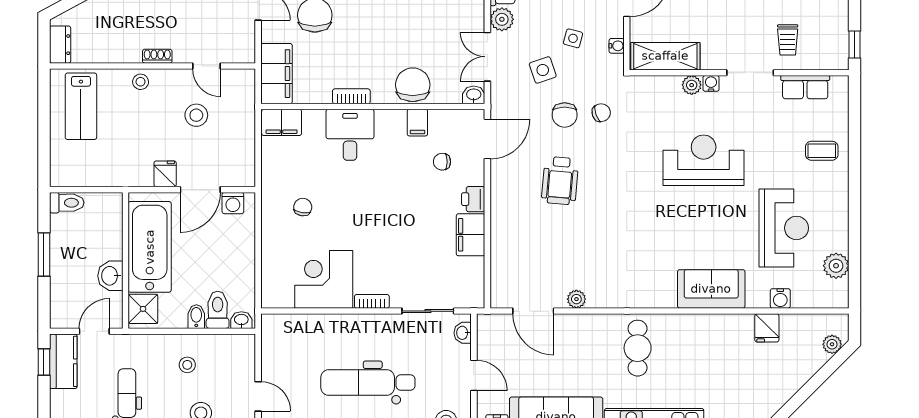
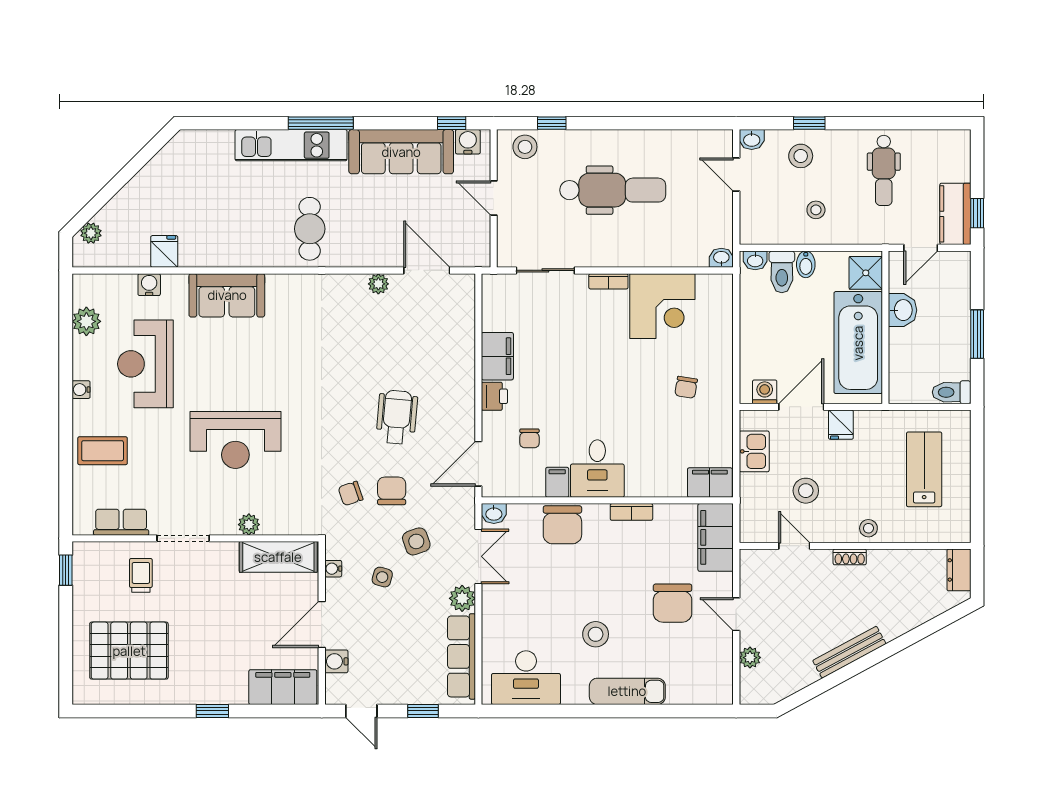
water cooler: (711, 83) -> (81, 390), moved, turned 90
lab bench: (81, 106) -> (924, 469), moved
desk: (350, 135) -> (597, 469), moved
kitchen sink: (242, 150) -> (754, 451), added
coffee table: (822, 151) -> (103, 451), width x1.36, depth x1.30
chair: (442, 162) -> (529, 438), turned 90
washbasin: (463, 333) -> (721, 258), moved, turned -90

